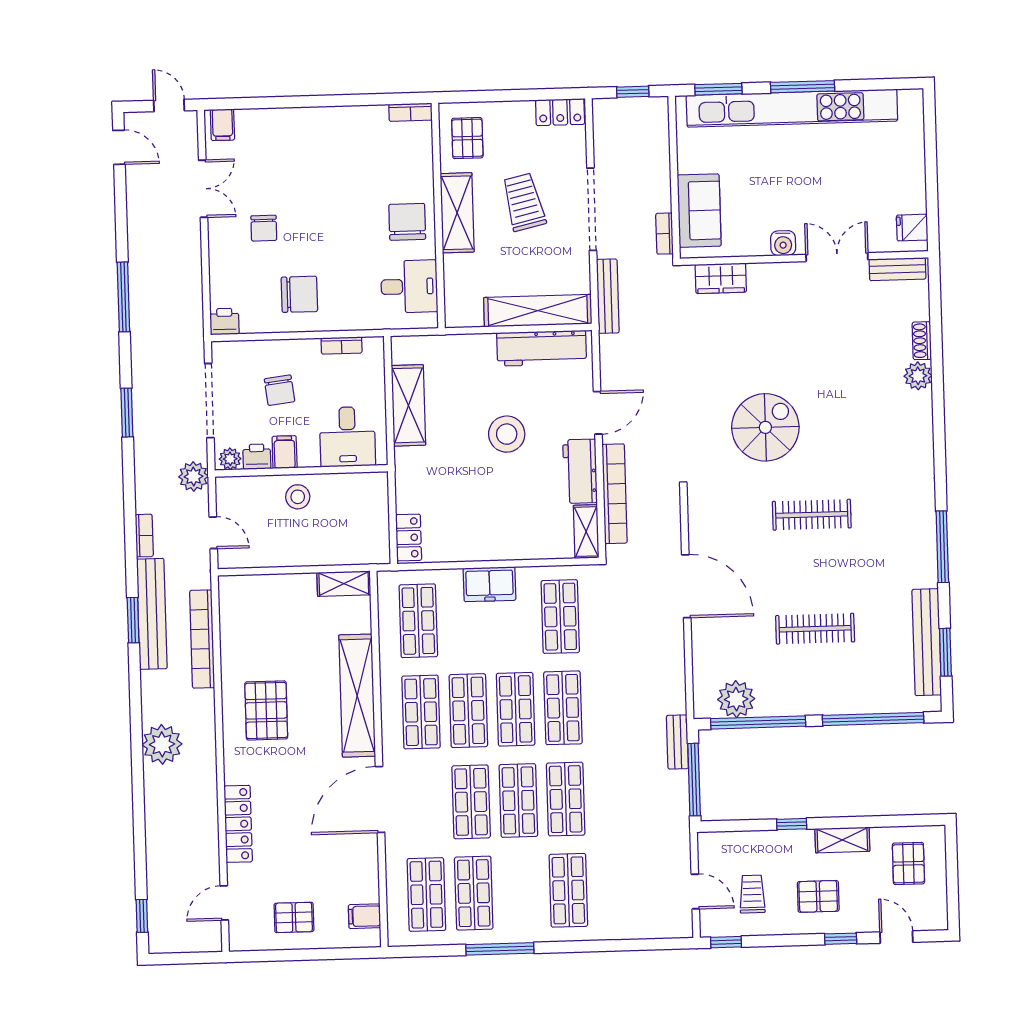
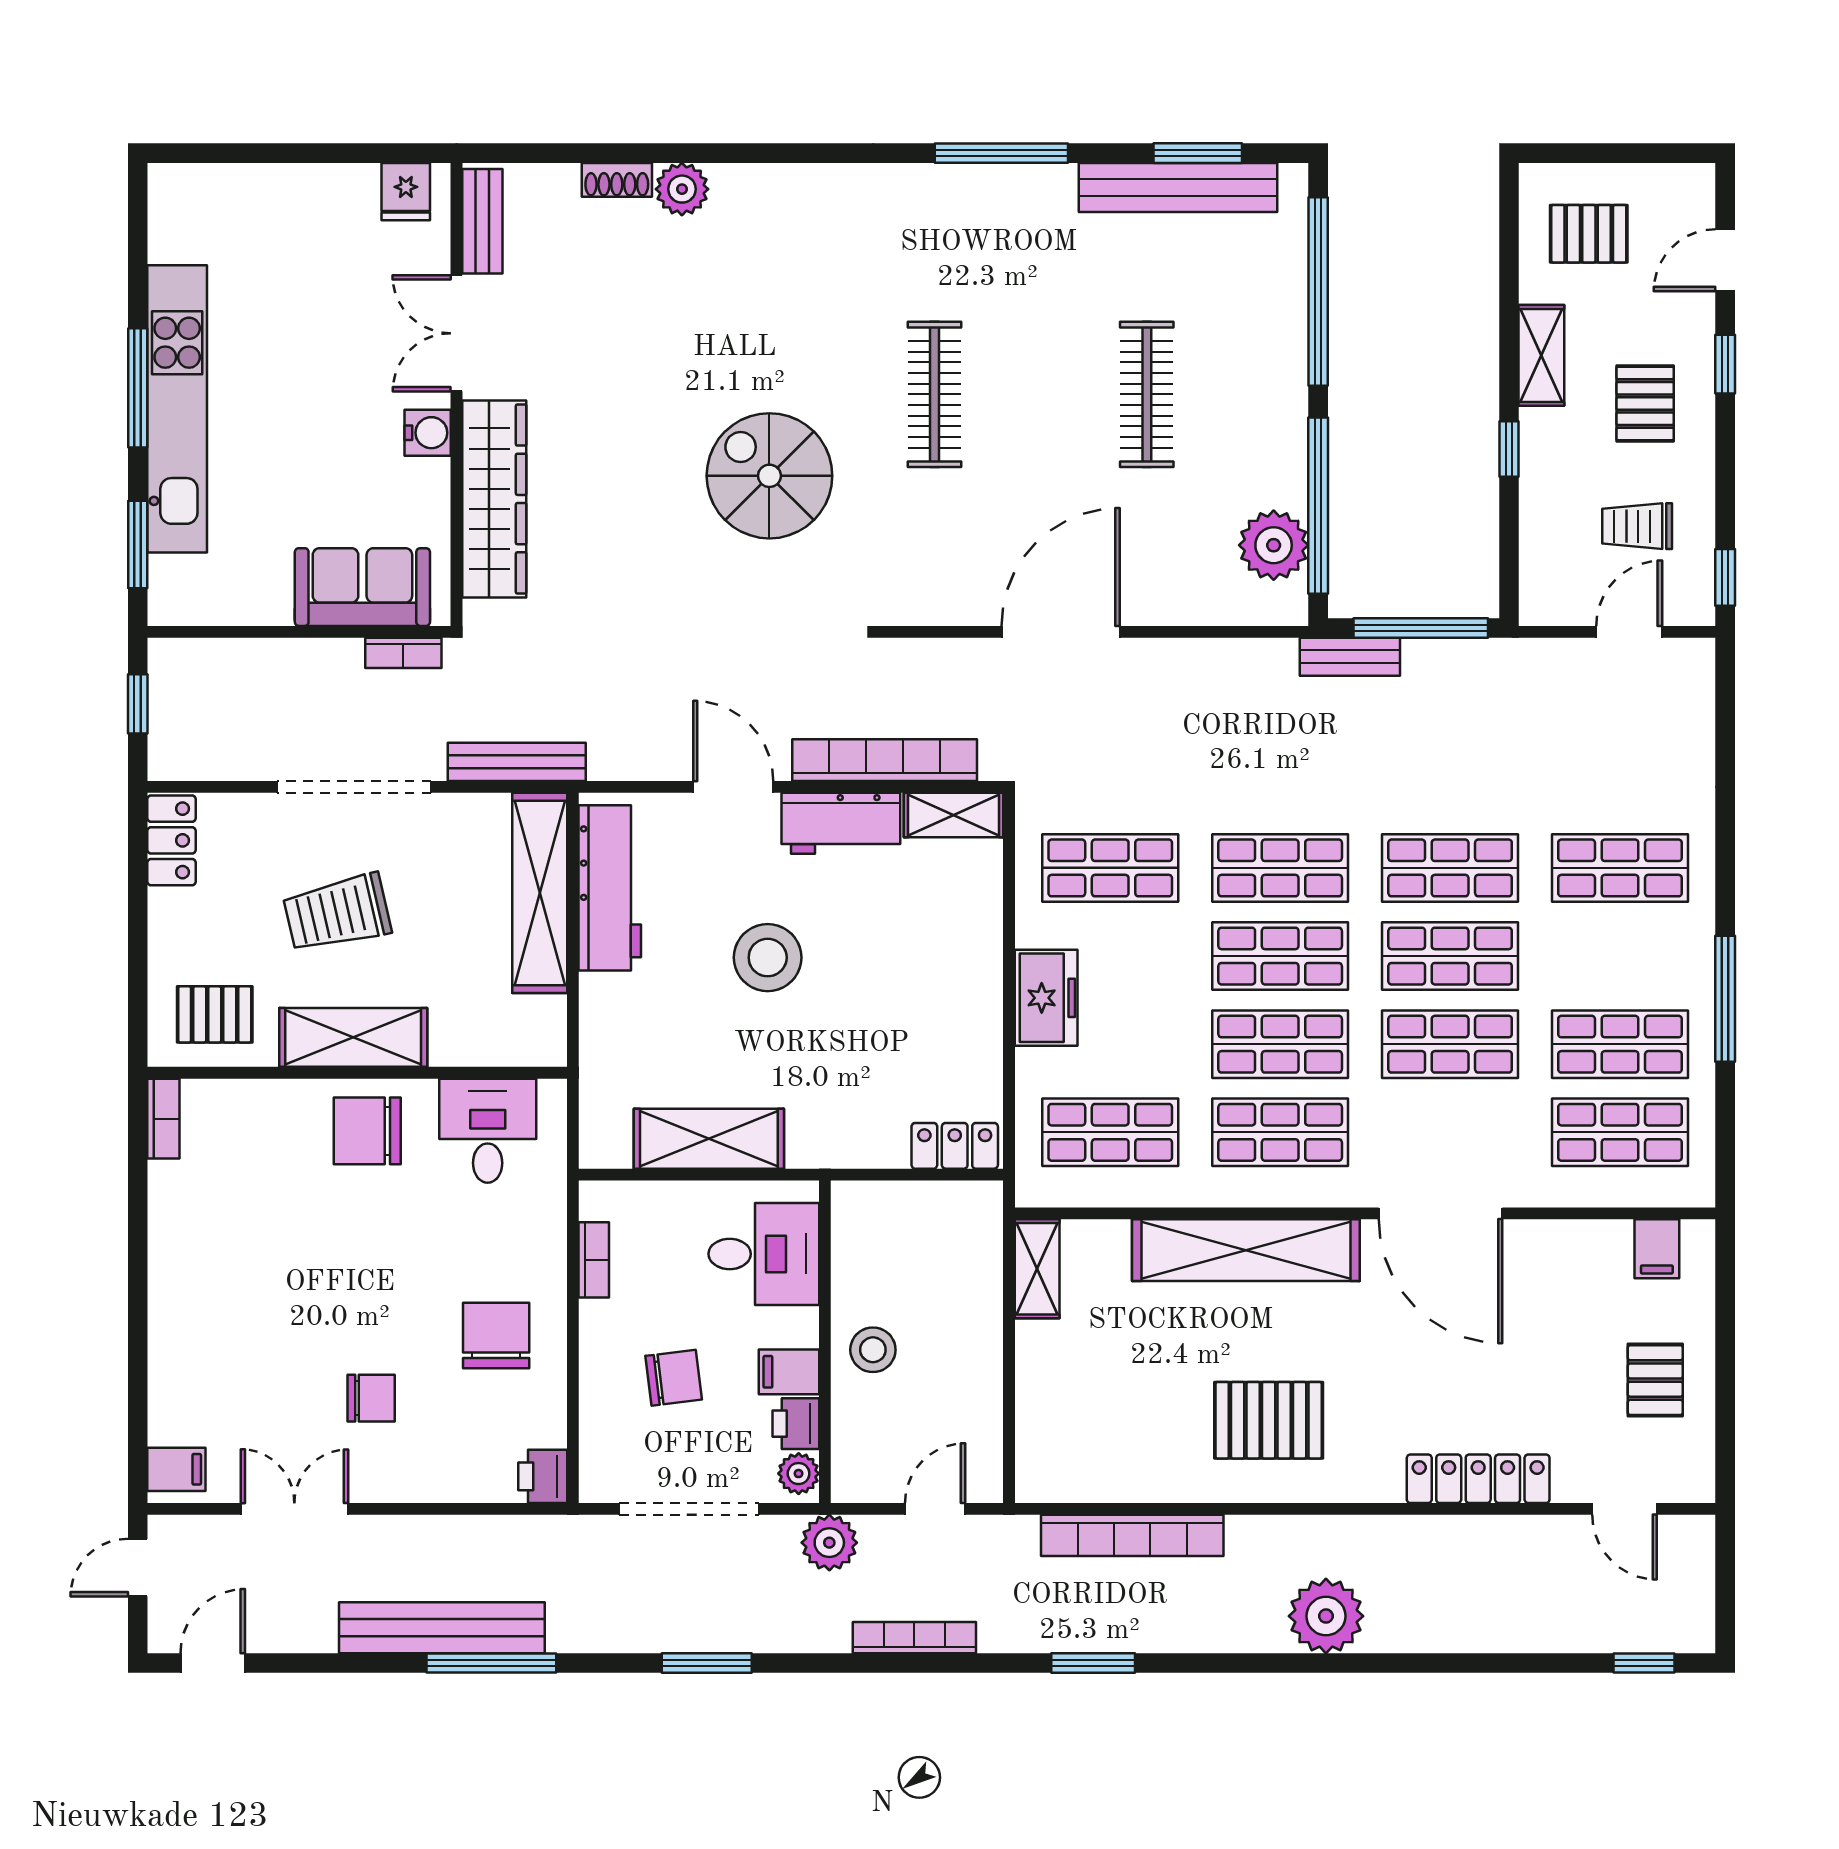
kitchen unit: (792, 108) -> (177, 409), width x0.73
wardrobe: (721, 278) -> (494, 499), width x2.10, depth x1.17
bookcase: (144, 536) -> (914, 1638), width x1.56
bench: (152, 614) -> (442, 1628), moved

